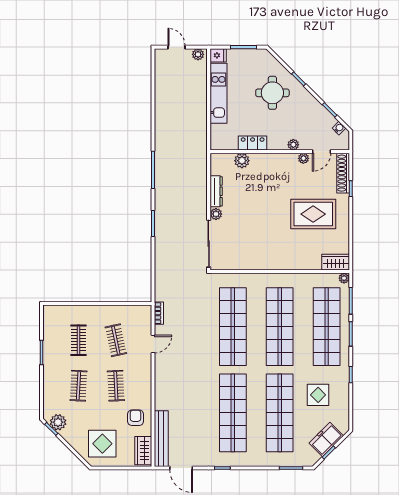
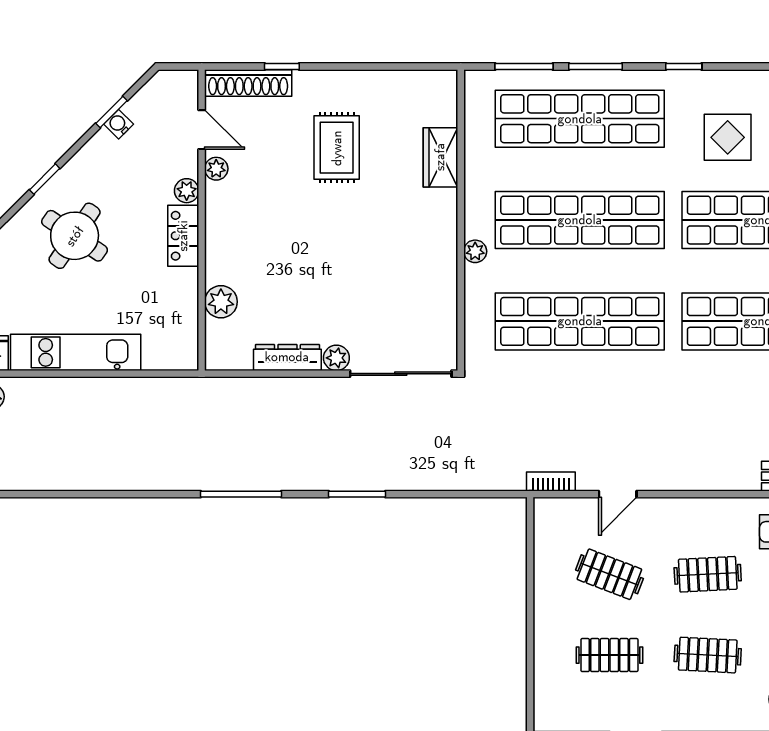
round table: (272, 93) -> (75, 236), turned 34
water cooler: (339, 128) -> (119, 124), moved
locker: (253, 143) -> (183, 236), moved
rug: (313, 214) -> (337, 148), width x0.73, depth x0.70
wardrobe: (336, 262) -> (440, 157), moved
plant: (344, 278) -> (475, 251), moved
clothes rail: (116, 340) -> (609, 574), turned 33
door: (153, 344) -> (618, 494), swing flipped

